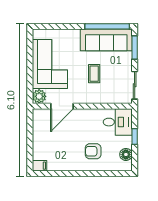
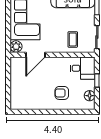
coffee table: (94, 74) -> (73, 39), moved
filing cabinet: (39, 166) -> (16, 105), removed

